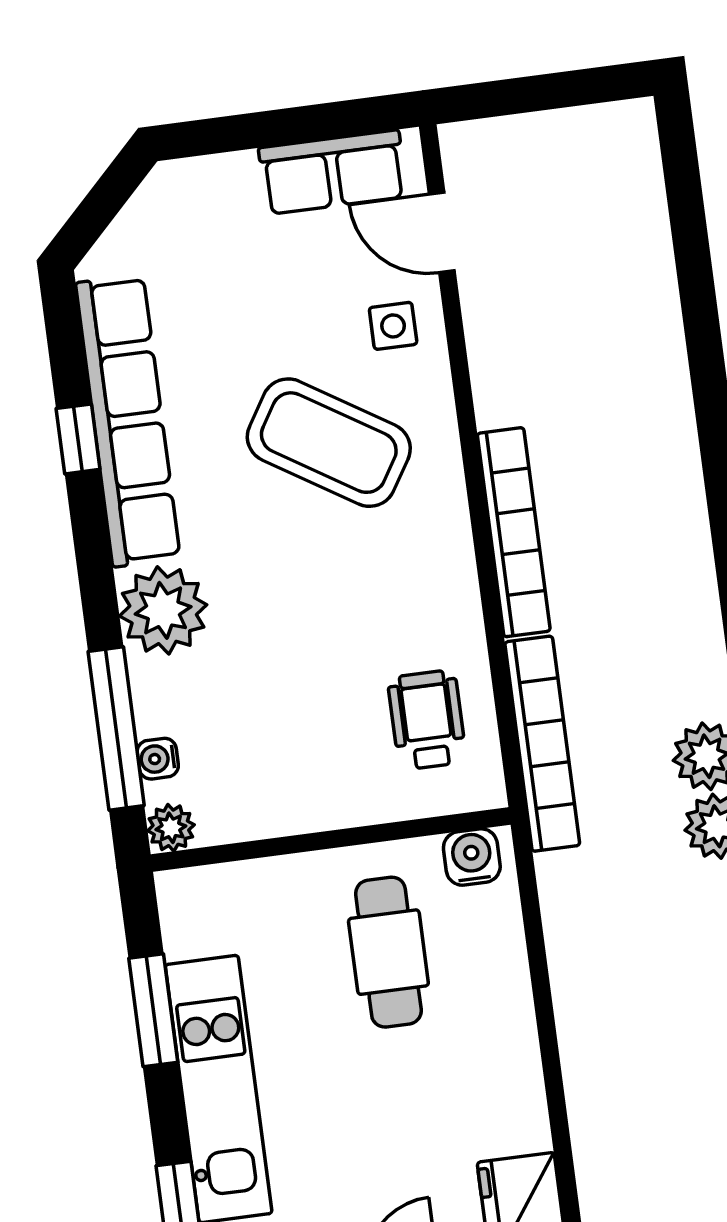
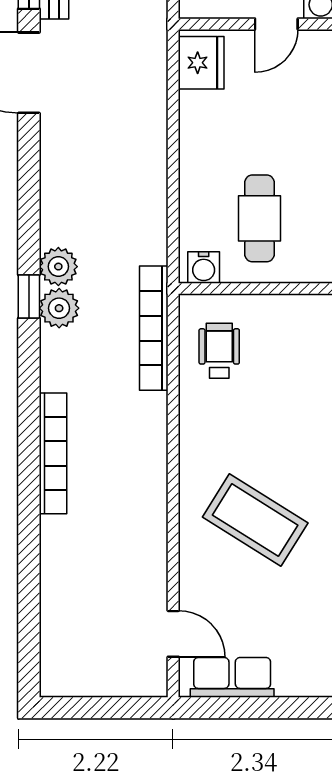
side table: (393, 326) -> (209, 583), removed
bookcase: (514, 532) -> (53, 453), moved, turned 180
wheelchair: (427, 720) -> (219, 351), turned 180

